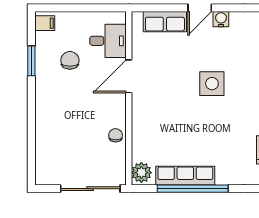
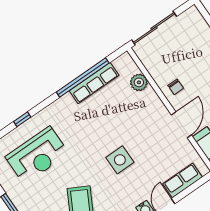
chair: (116, 135) -> (176, 87), moved
plant: (141, 173) -> (139, 82), moved

